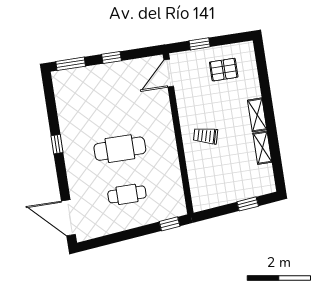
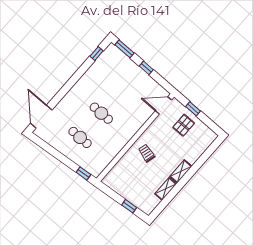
pallet: (224, 70) -> (184, 125), moved, turned 90
window: (57, 144) -> (97, 54), moved
cafe table: (120, 149) -> (101, 113), width x0.73, depth x0.74

